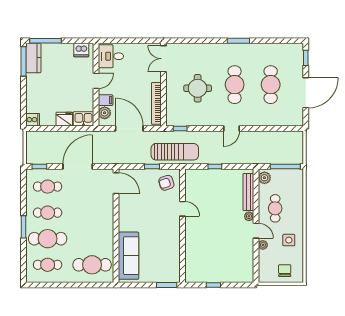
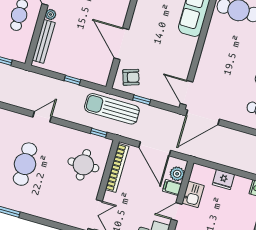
round table: (198, 88) -> (83, 165), moved
kitchen sink: (83, 119) -> (193, 194), moved, turned -90
door: (78, 166) -> (203, 117), moved
plant: (264, 178) -> (21, 52), removed
door: (182, 209) -> (121, 44), width x1.88

